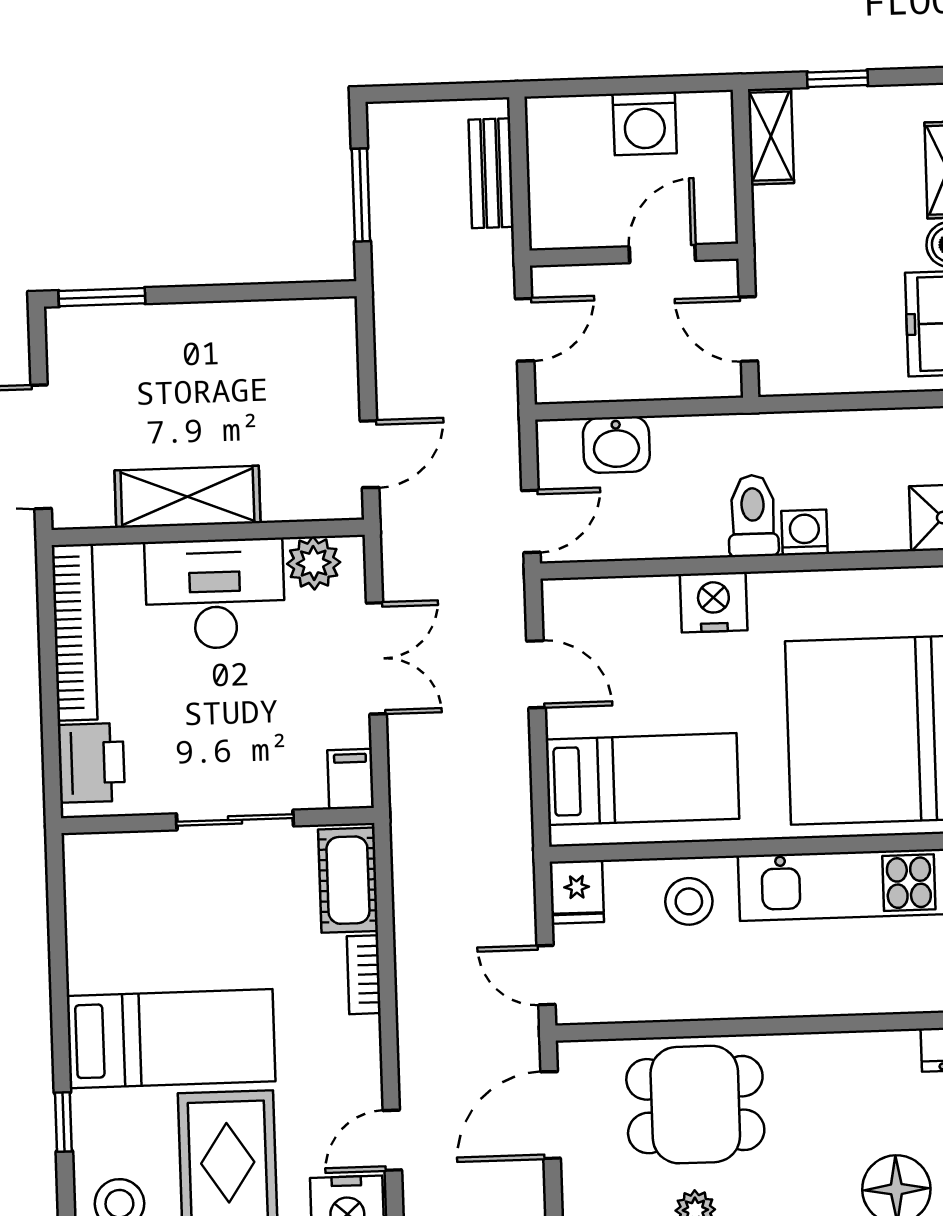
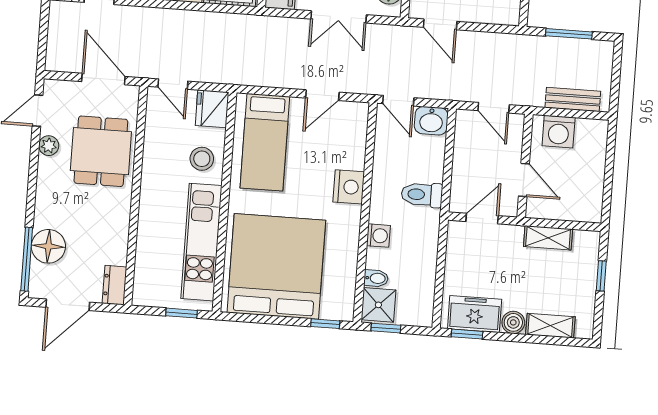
washing machine: (645, 124) -> (559, 132), moved, turned -90
shelving: (771, 136) -> (548, 238), moved
washbasin: (616, 445) -> (431, 121), moved, turned -90
toilet: (753, 516) -> (422, 195), moved, turned 180
bidet: (890, 528) -> (376, 278), added
fridge: (577, 892) -> (212, 109), width x1.38
door: (546, 975) -> (173, 84), swing flipped

